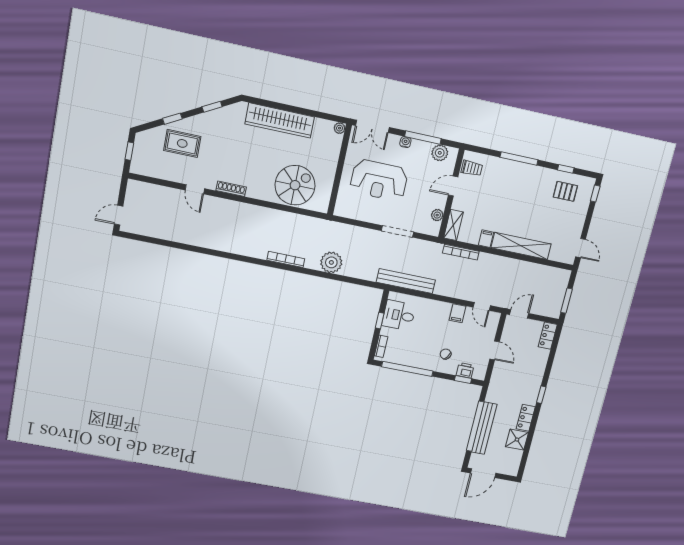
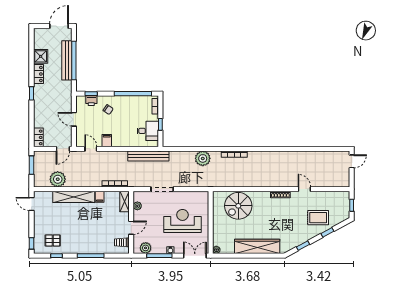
plant: (537, 274) -> (58, 179), added

